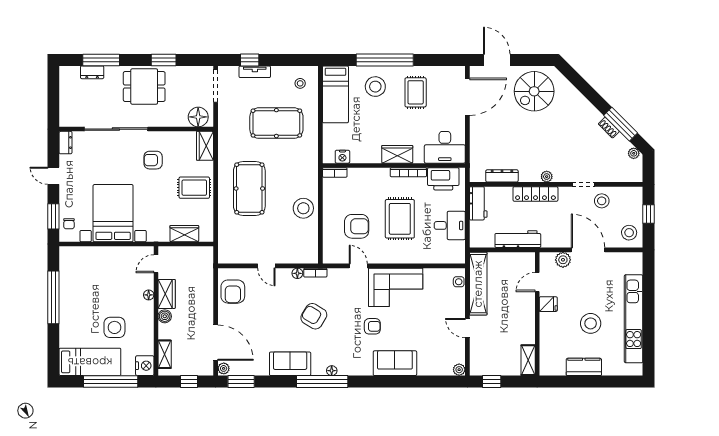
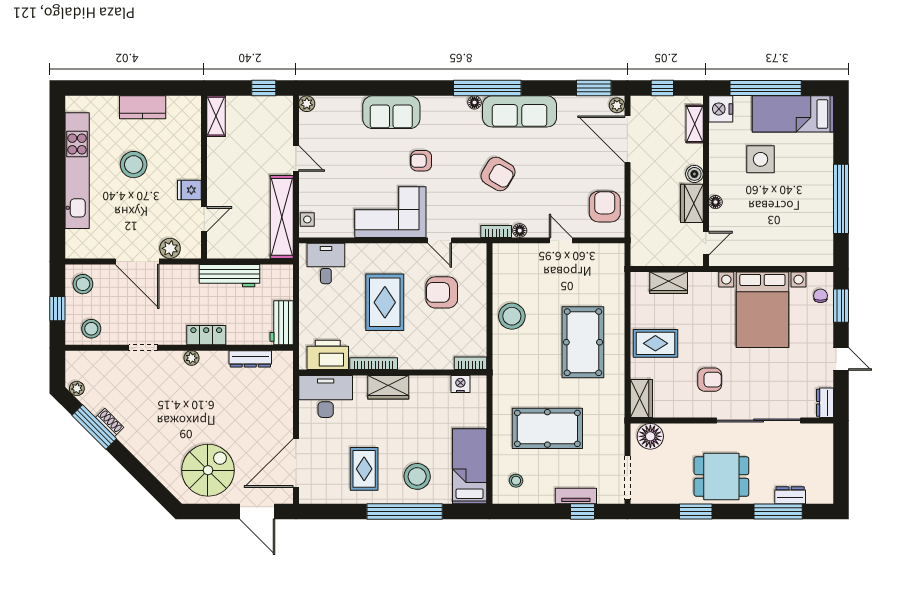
locker: (535, 194) -> (206, 335), width x0.66
stool: (602, 201) -> (91, 329), moved
desk: (450, 225) -> (326, 264), moved, turned 90
sofa: (290, 364) -> (520, 111), width x1.36

